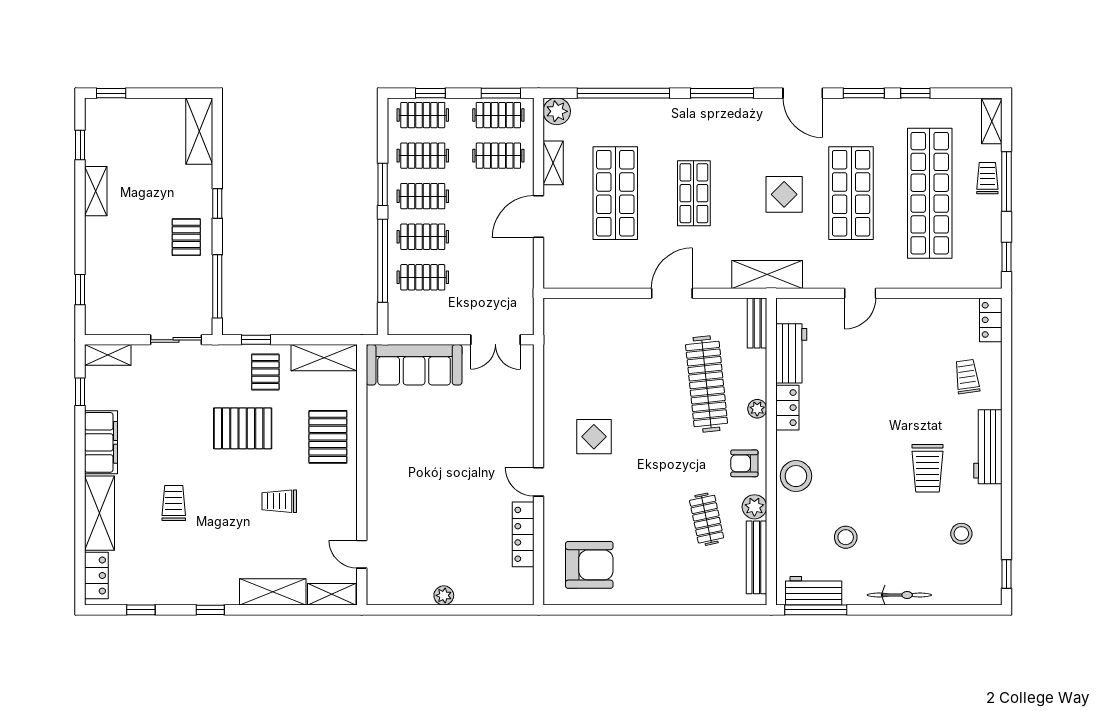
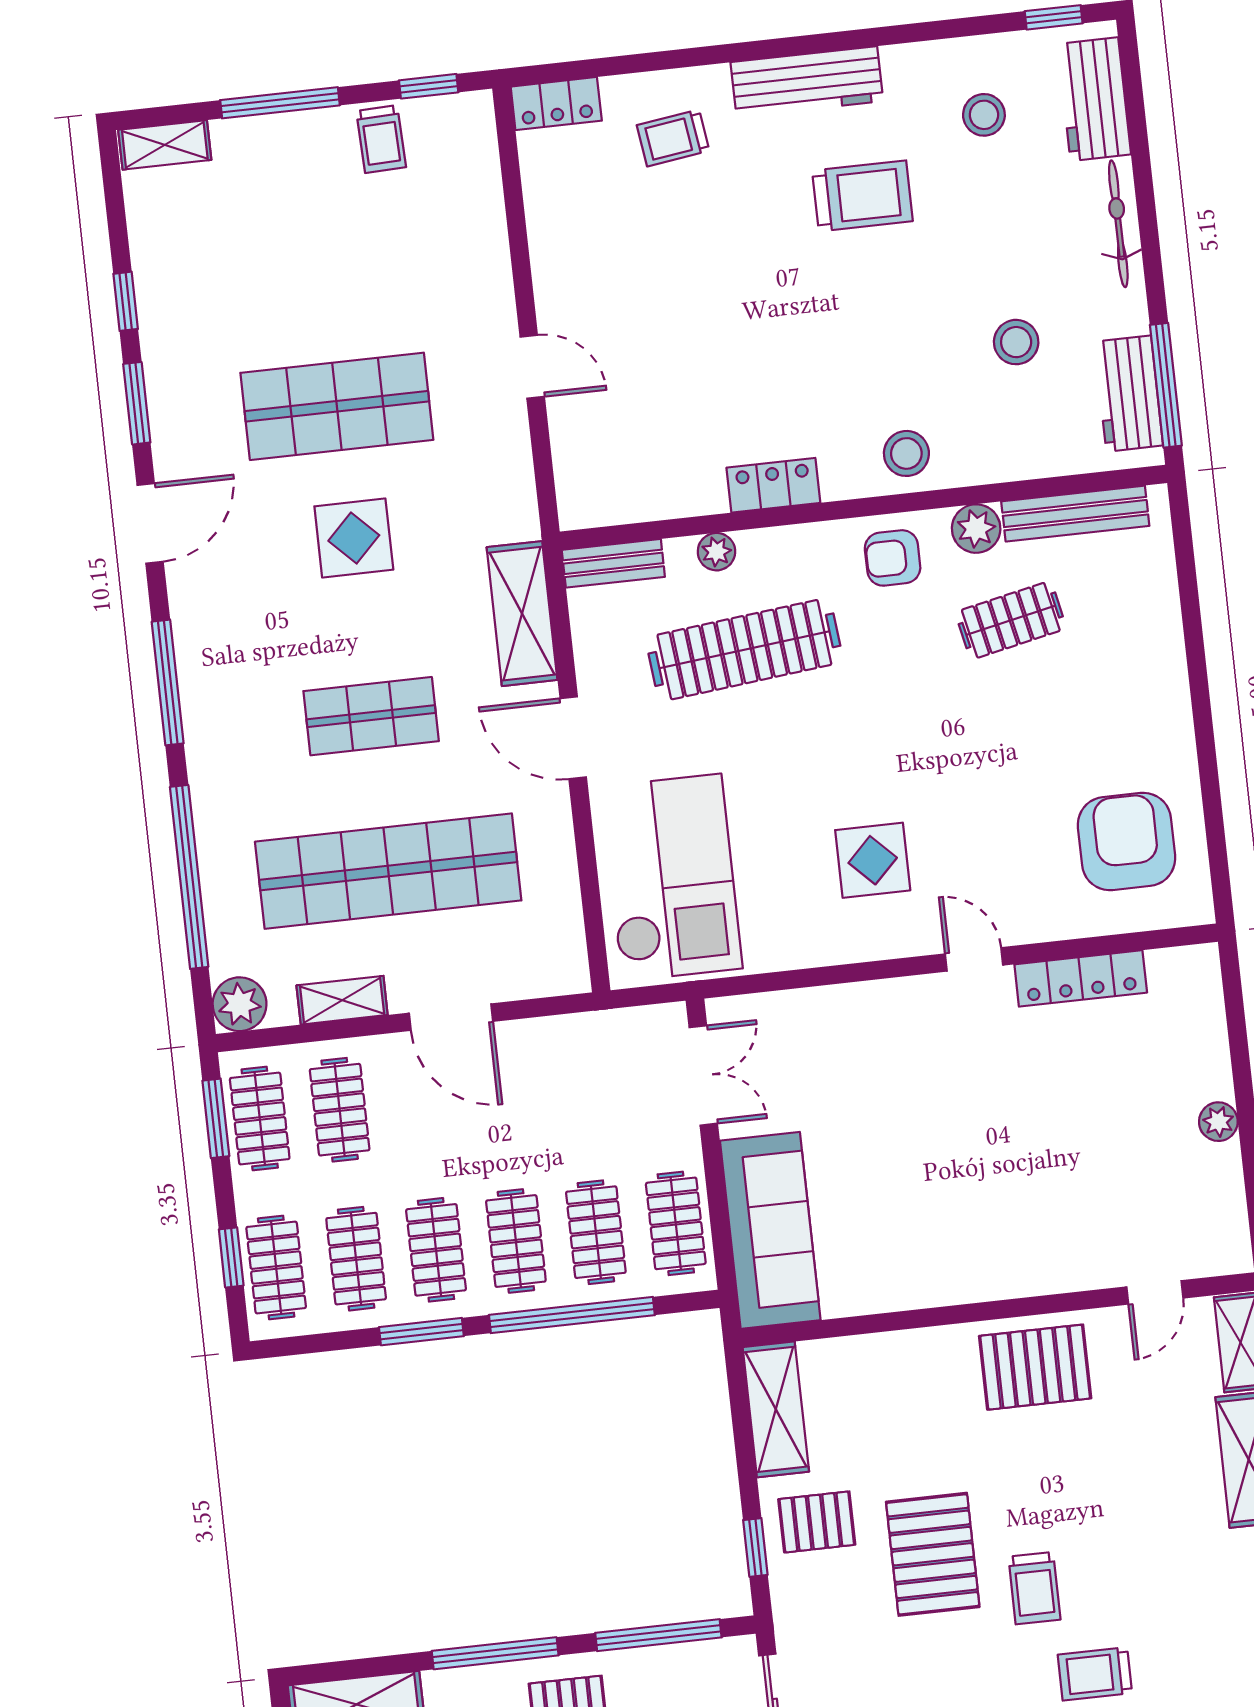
trolley: (987, 178) -> (381, 139), moved, turned -92
shop shelf: (615, 193) -> (388, 871), width x1.40
shop shelf: (930, 193) -> (320, 251), removed
window: (217, 204) -> (495, 1653), width x2.17
shelving: (767, 275) -> (522, 614), moved
clothes rail: (423, 318) -> (676, 1223), added
checkout: (596, 335) -> (671, 878), added
workbench: (791, 353) -> (1094, 99), moved, turned -90
plant: (757, 409) -> (716, 552), moved
pallet: (328, 437) -> (1035, 1367), moved
armchair: (744, 463) -> (893, 558), turned 90
stool: (796, 476) -> (906, 453), width x0.73, depth x0.73
door: (539, 482) -> (974, 959), swing flipped
trolley: (279, 501) -> (1034, 1588), moved

